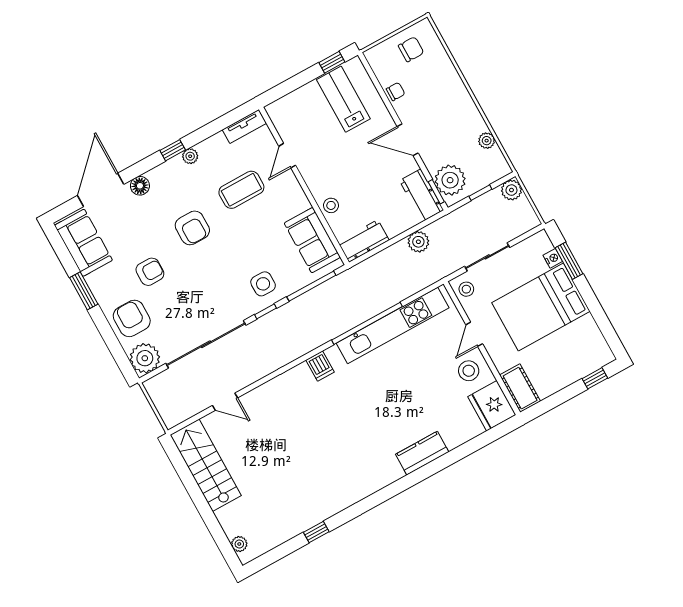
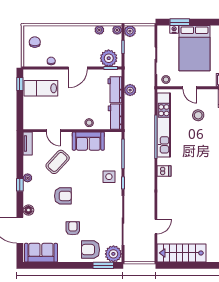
plant: (502, 169) -> (117, 30), added
coffee table: (241, 190) -> (58, 162), turned 43
workbench: (422, 195) -> (115, 90), moved, turned 90
sofa: (312, 240) -> (88, 141), moved
window: (84, 291) -> (103, 265), moved
stool: (469, 371) -> (198, 115), moved

